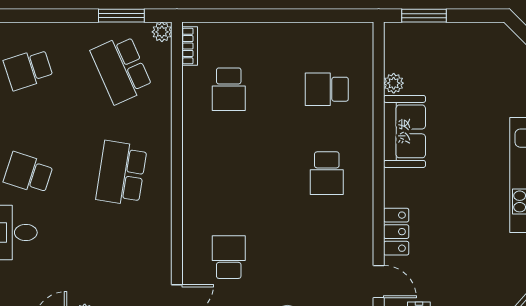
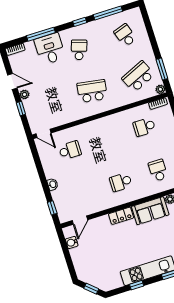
locker: (396, 232) -> (121, 216), moved

